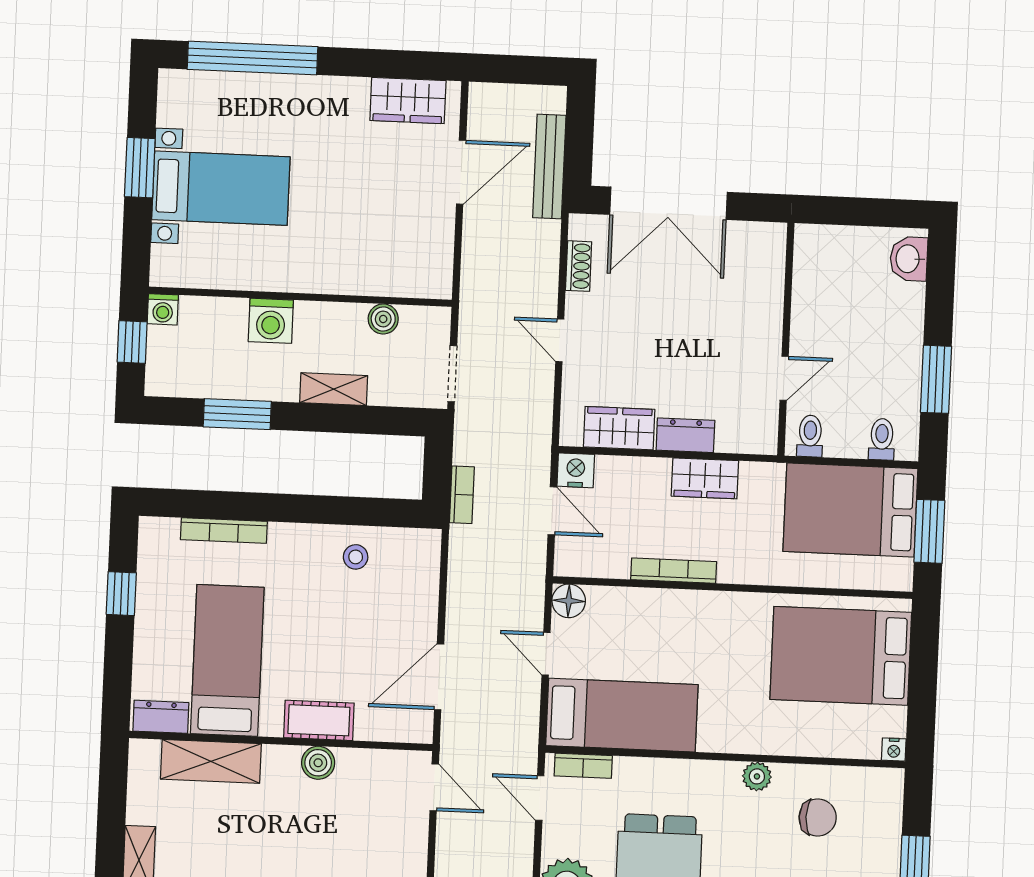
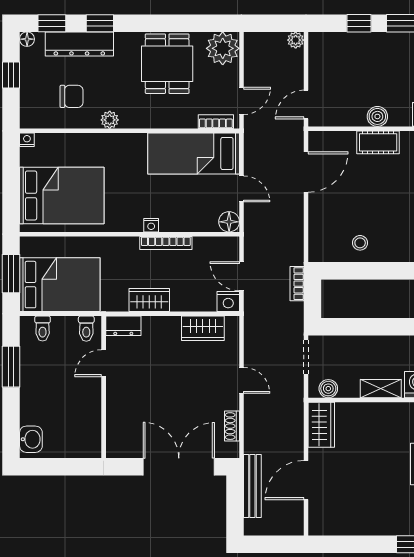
wardrobe: (408, 101) -> (321, 425), moved, turned 90
boiler: (383, 319) -> (328, 389), moved
shelving: (334, 389) -> (381, 389), moved
dresser: (685, 435) -> (123, 326), moved
nightstand: (696, 601) -> (151, 225), added
door: (434, 787) -> (306, 105), hinge flipped
door: (540, 798) -> (241, 101), hinge flipped
chair: (818, 817) -> (72, 96), turned 180

